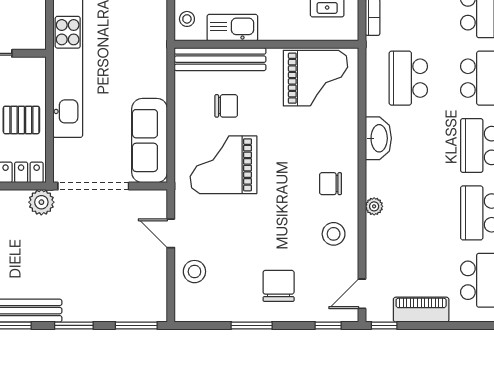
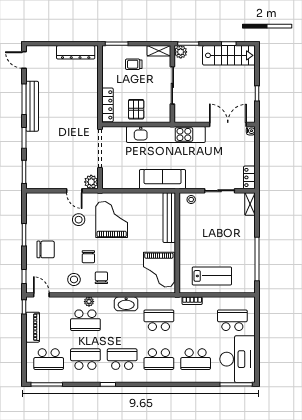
kitchen sink: (232, 28) -> (186, 224), removed
chair: (226, 106) -> (88, 257), moved
sofa: (150, 141) -> (162, 179), moved
plant: (41, 202) -> (91, 182), moved
school desk: (408, 213) -> (85, 320), added
door: (171, 233) -> (74, 191), swing flipped
stool: (194, 272) -> (79, 220), moved

